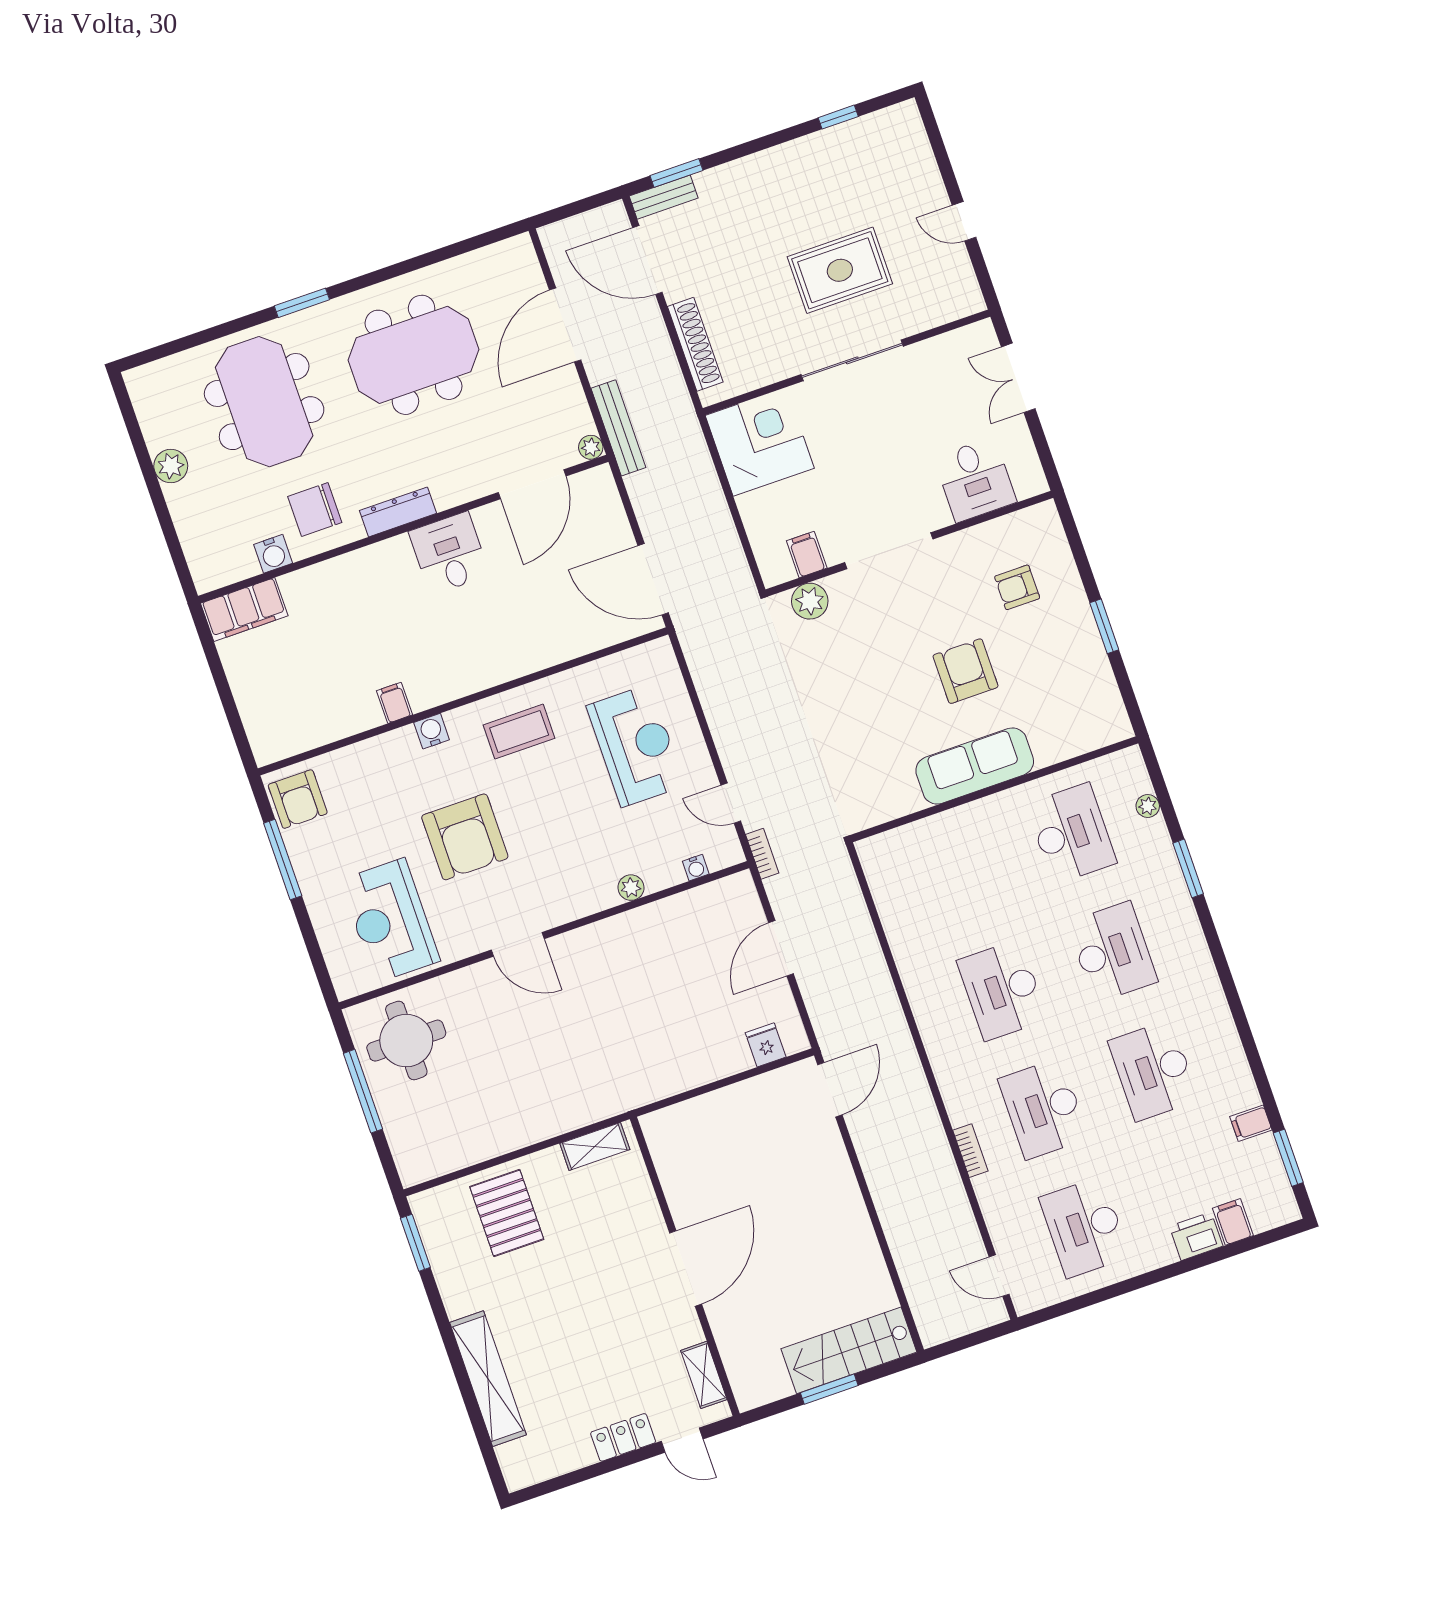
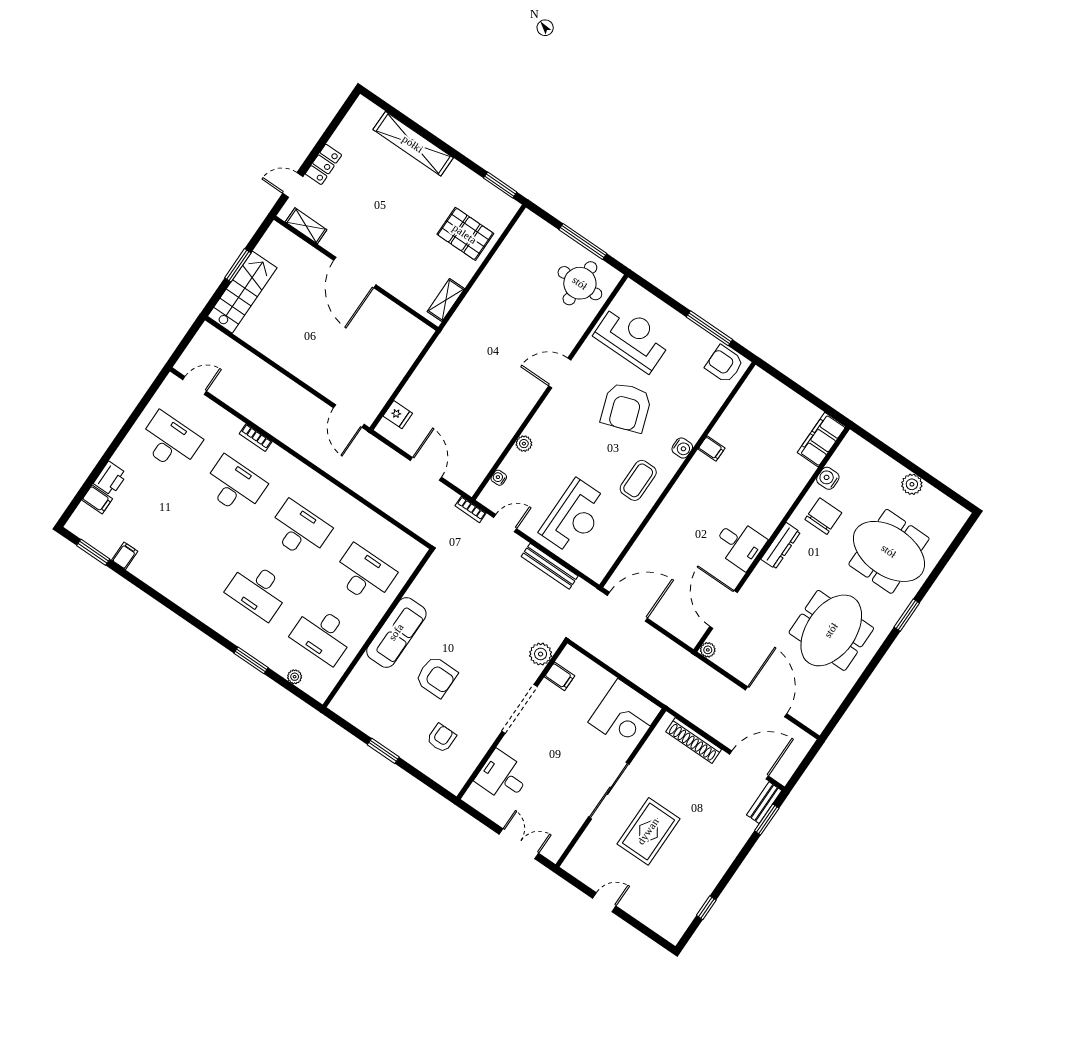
bench: (618, 428) -> (550, 566), moved
reception desk: (636, 746) -> (574, 517), turned -90
armchair: (465, 837) -> (626, 407), turned -109
desk: (1153, 1071) -> (364, 574), moved

